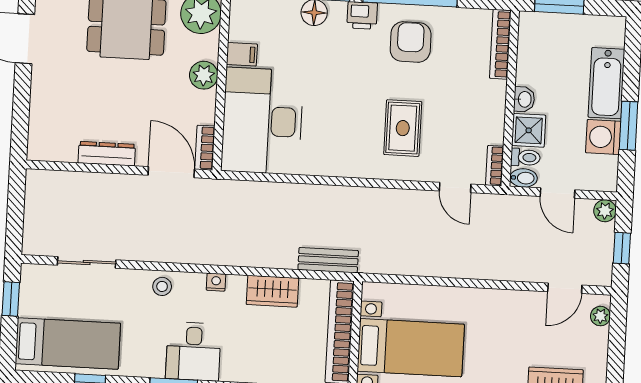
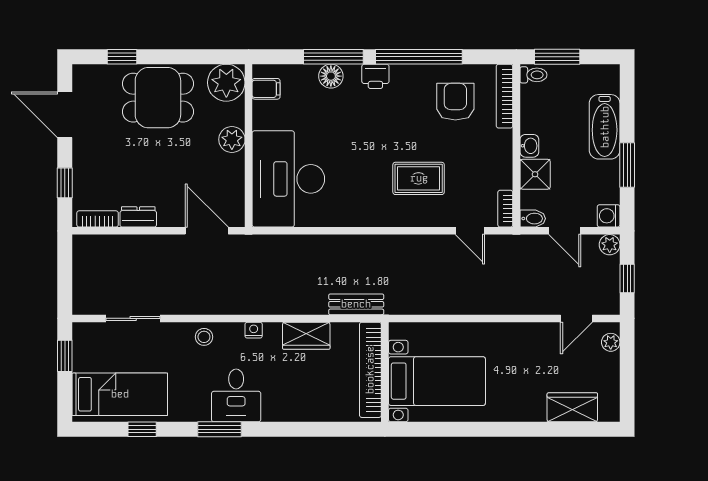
armchair: (411, 42) -> (455, 102), moved
filing cabinet: (242, 54) -> (266, 89), moved
window: (21, 112) -> (65, 183), added
rug: (403, 128) -> (419, 178), turned 90
washing machine: (603, 137) -> (609, 216), moved, width x0.73, depth x0.73
bookcase: (205, 148) -> (98, 219), moved, turned 90
dresser: (107, 154) -> (138, 217), width x0.70
toilet: (525, 157) -> (533, 75), moved

